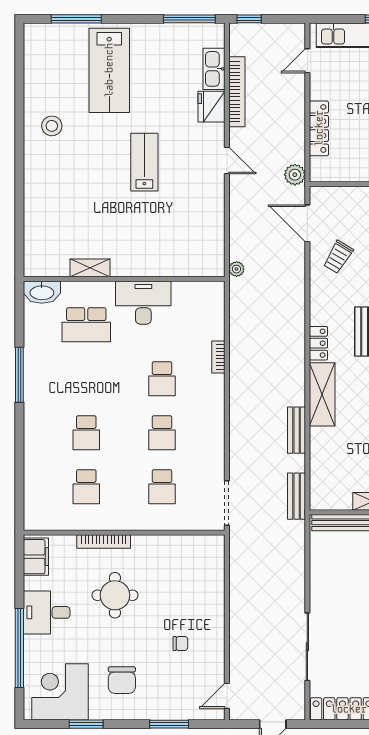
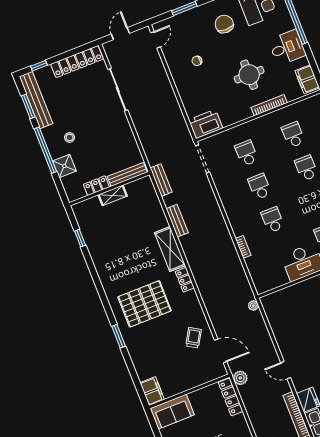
locker: (319, 128) -> (231, 397), moved
printer: (203, 550) -> (206, 124), added

